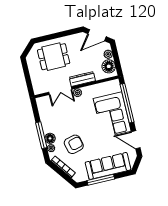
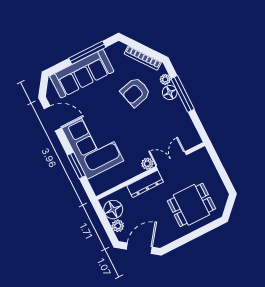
window: (127, 103) -> (76, 165), width x0.47

